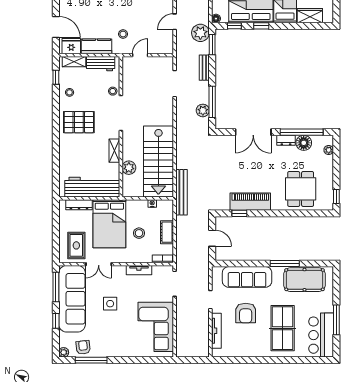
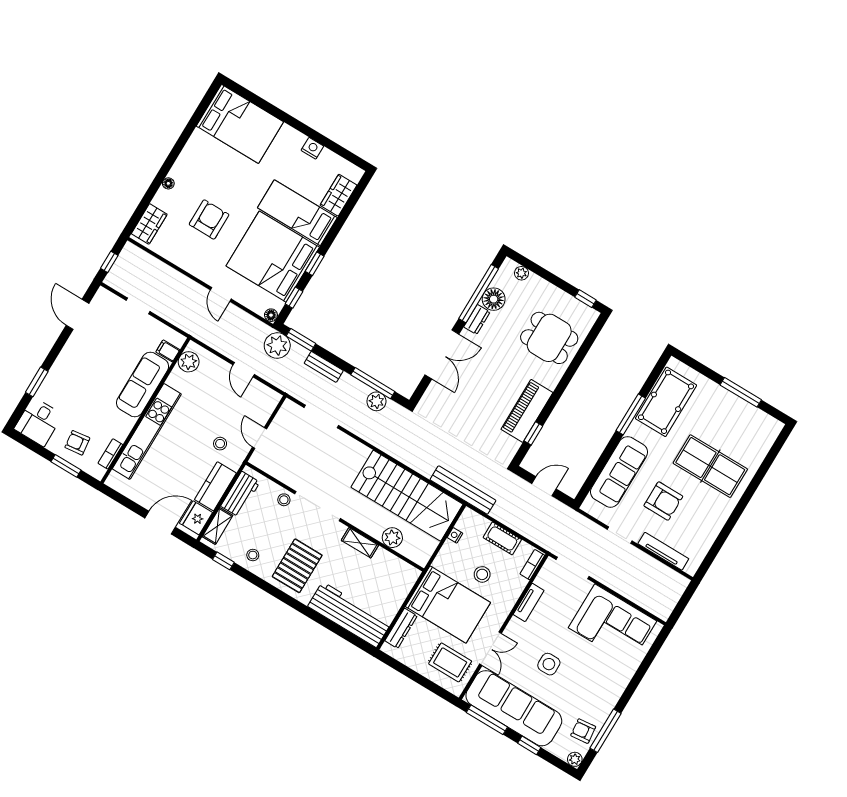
workbench: (92, 187) -> (349, 615), moved, turned 90
bar counter: (321, 335) -> (748, 423), removed

